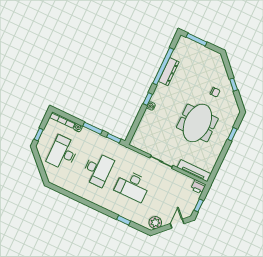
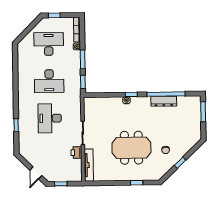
printer: (198, 187) -> (76, 153), moved
plant: (155, 223) -> (28, 154), removed
door: (177, 224) -> (36, 173), swing flipped

